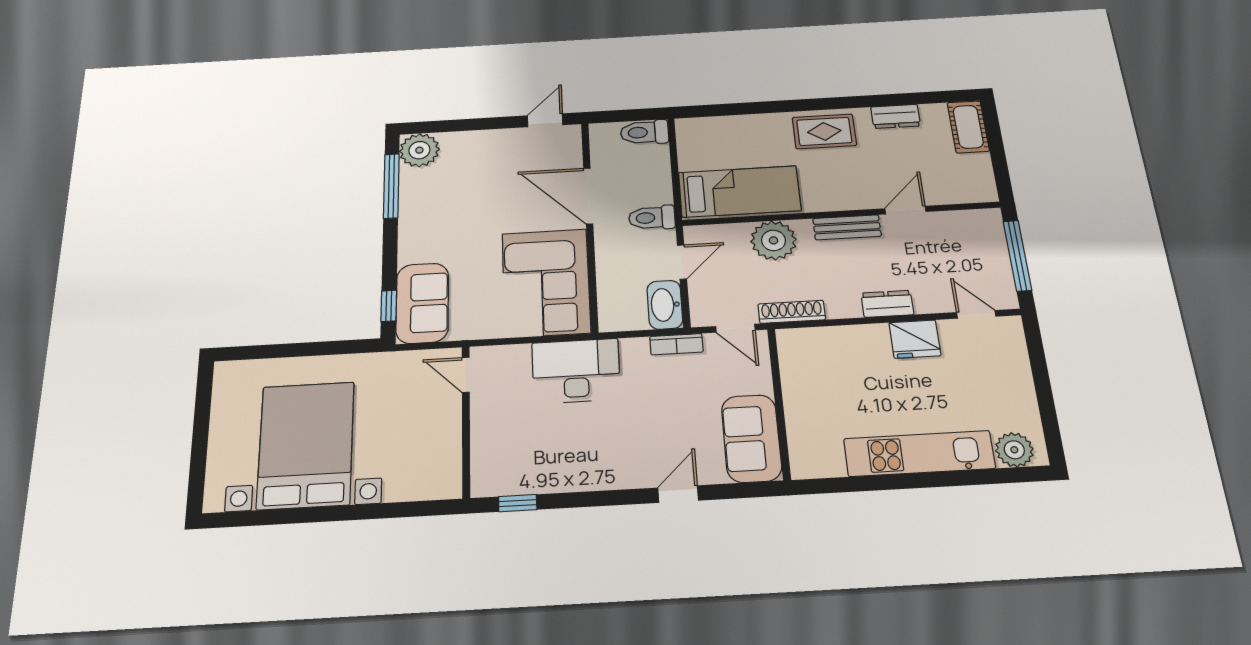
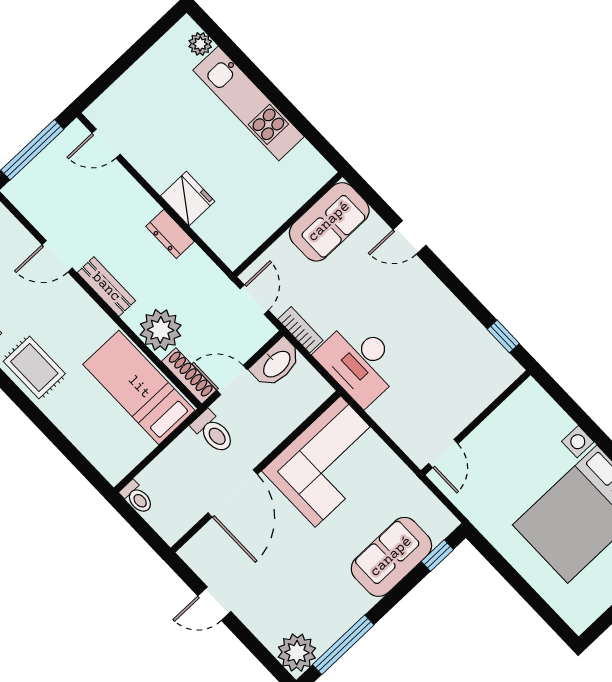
door: (545, 120) -> (214, 604), moved
toilet: (644, 132) -> (137, 497), width x0.73, depth x0.72
sofa: (422, 303) -> (391, 557), moved
dresser: (887, 304) -> (170, 234), moved
shoe rack: (792, 312) -> (189, 376), moved, turned 180
door: (976, 314) -> (106, 144), hinge flipped
fridge: (915, 339) -> (188, 199), moved
desk: (576, 371) -> (359, 362), moved
plant: (1014, 450) -> (200, 44), width x0.73, depth x0.73

